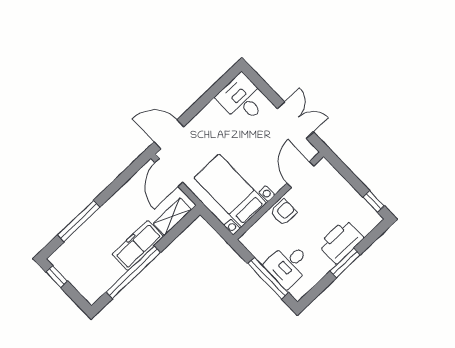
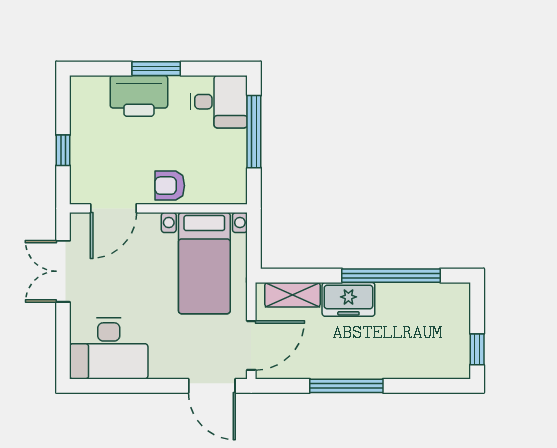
desk: (242, 99) -> (109, 348), width x1.37
window: (374, 201) -> (63, 150), moved
window: (79, 221) -> (346, 386), moved
freezer: (138, 245) -> (348, 299), width x0.71
desk: (288, 265) -> (219, 102), moved

